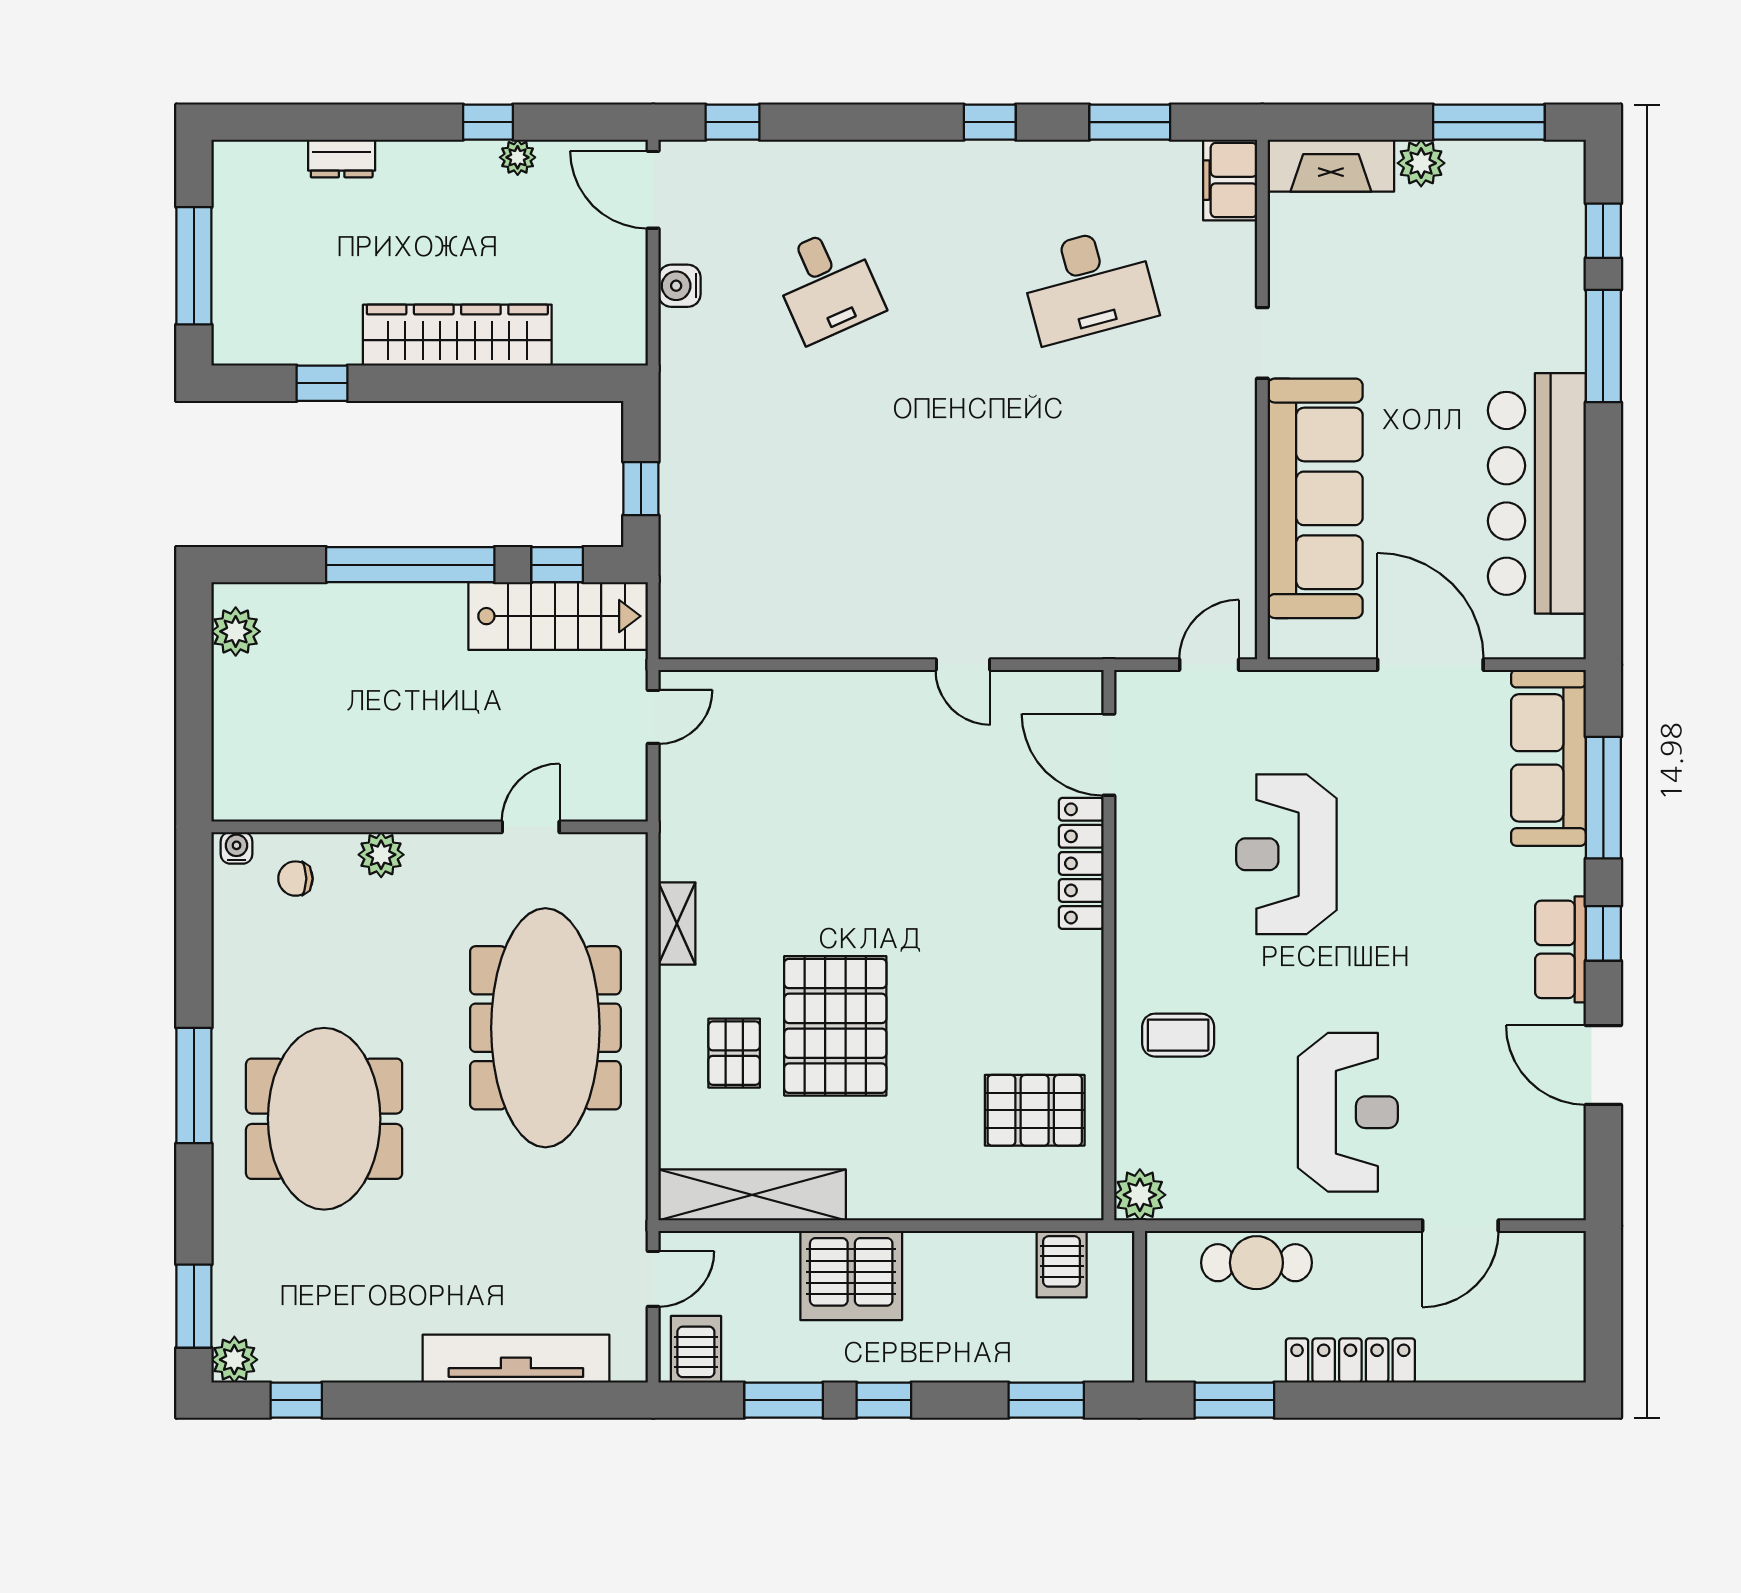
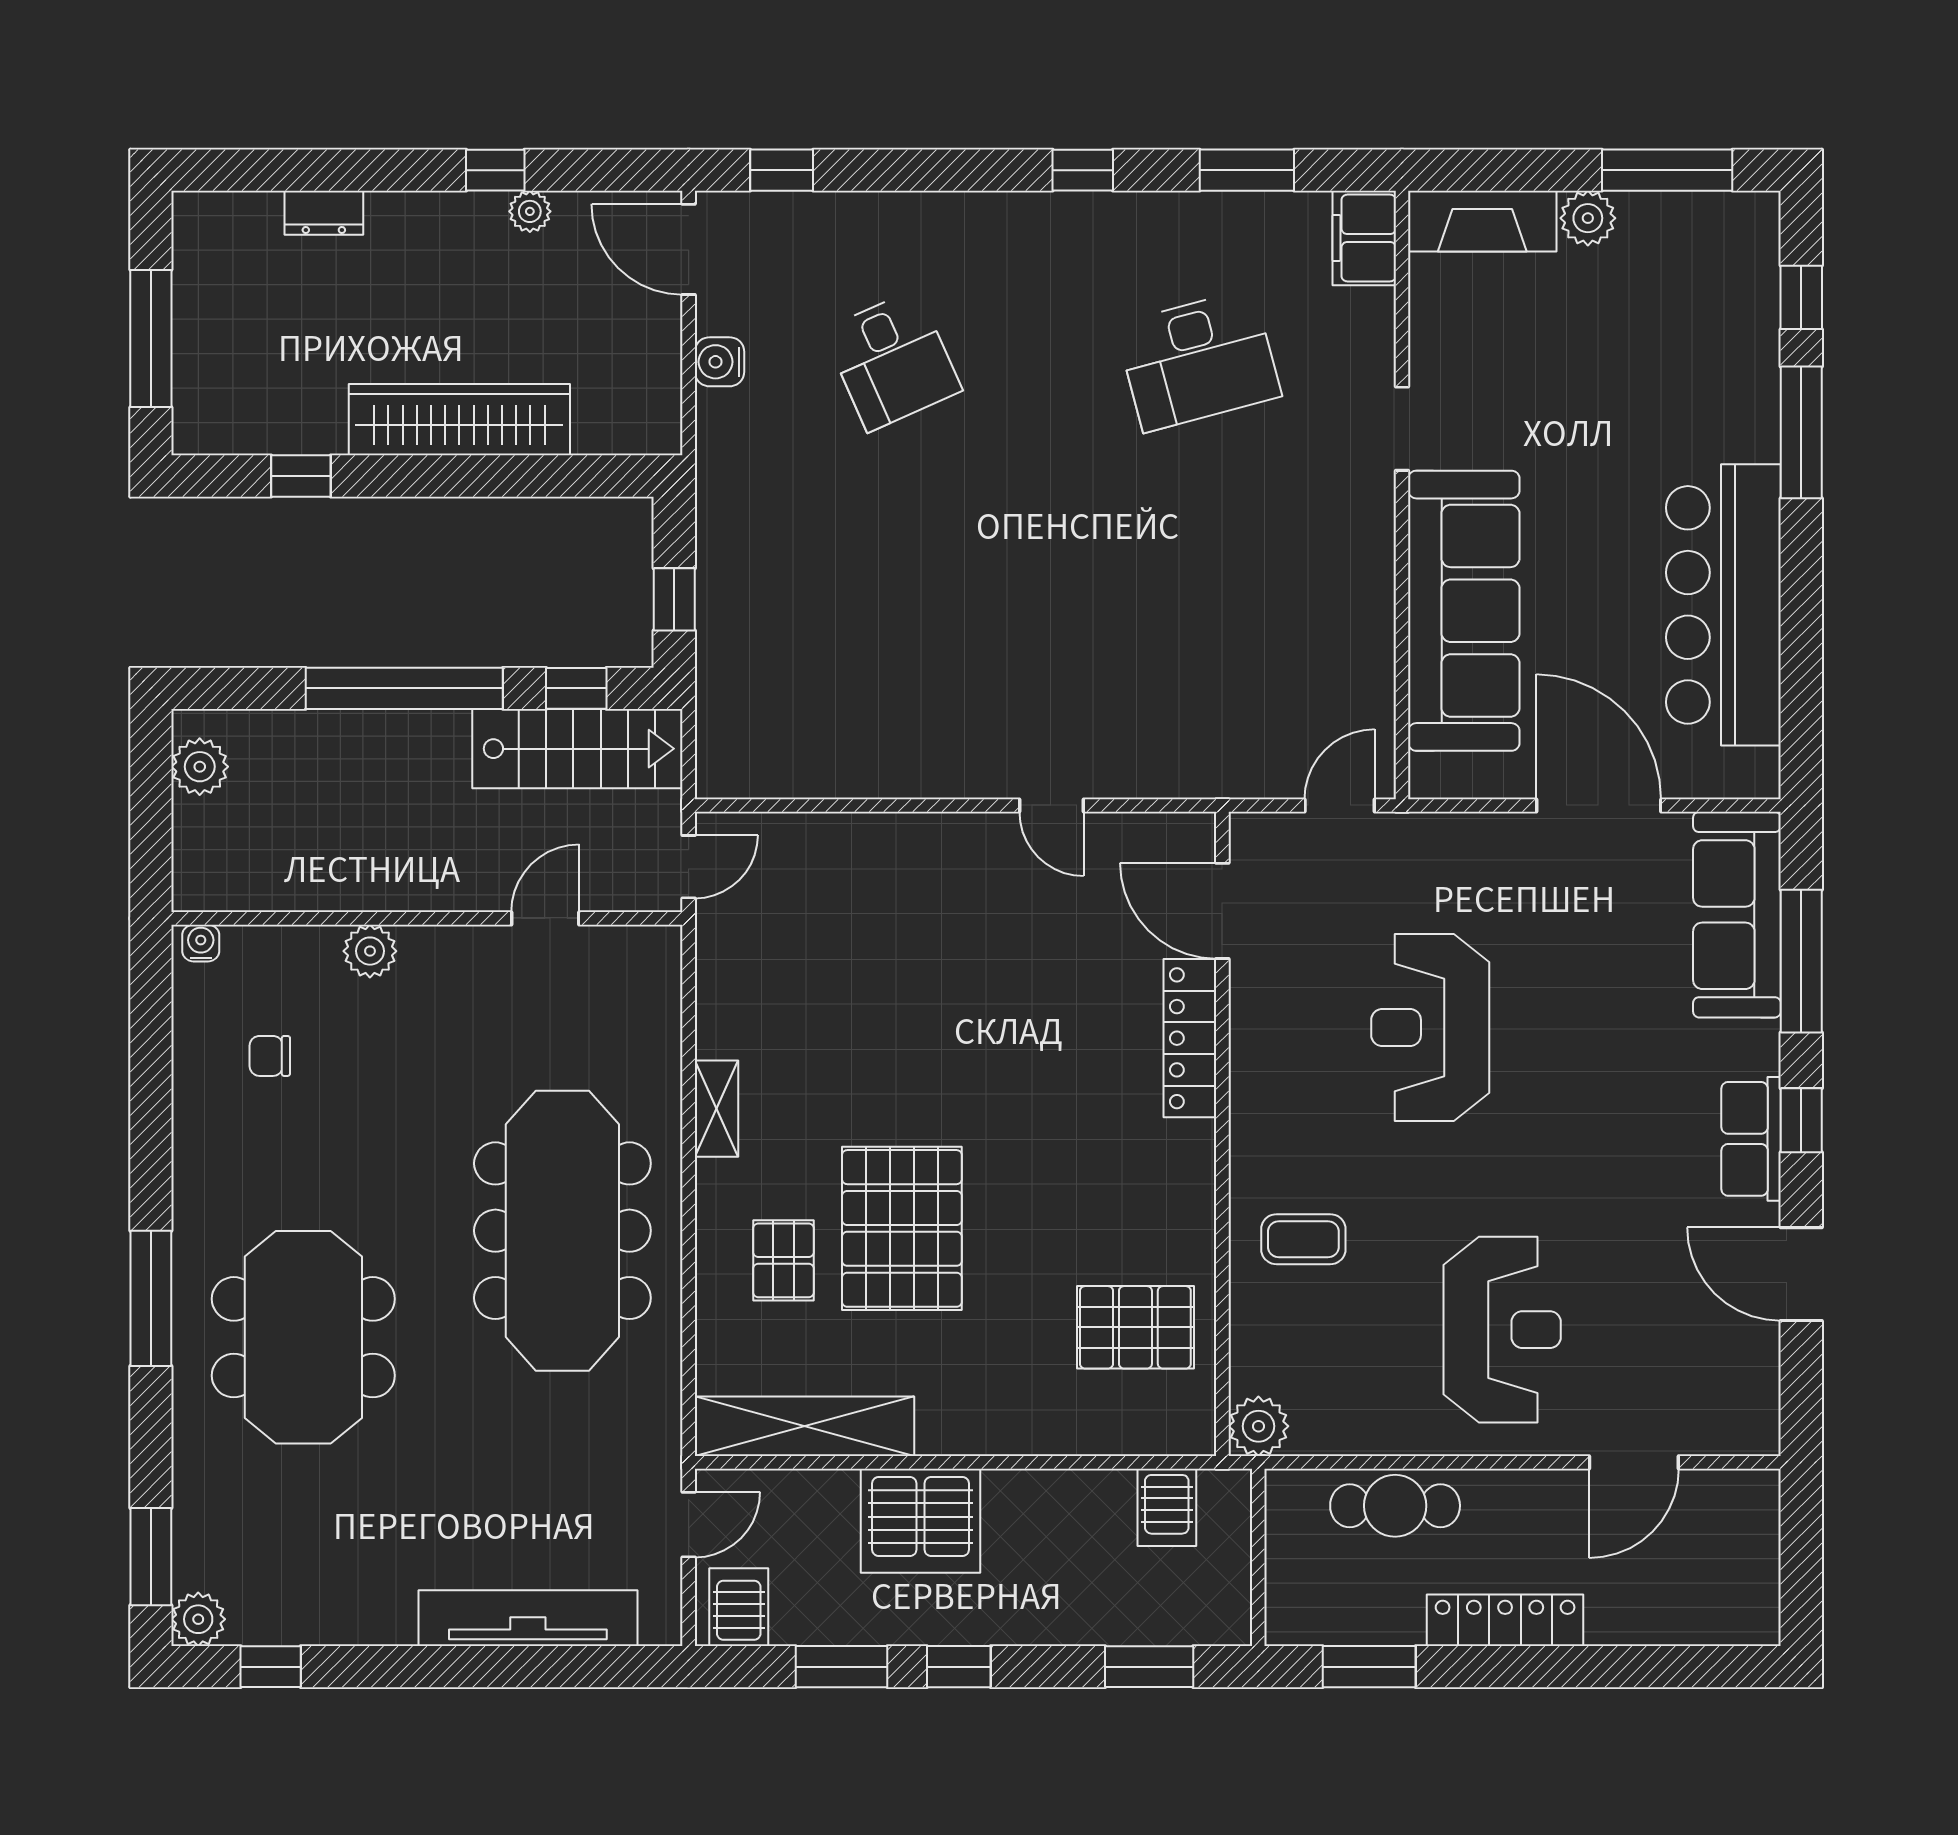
wall: (430, 827) -> (427, 918), moved
door: (531, 827) -> (545, 918), moved
water cooler: (237, 848) -> (201, 943), moved
plant: (381, 855) -> (370, 951), moved

